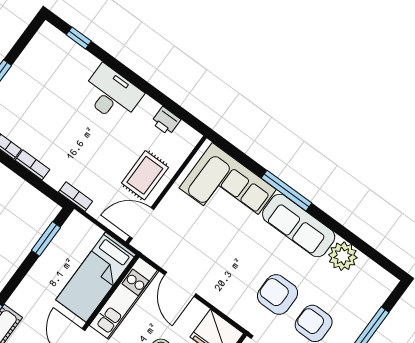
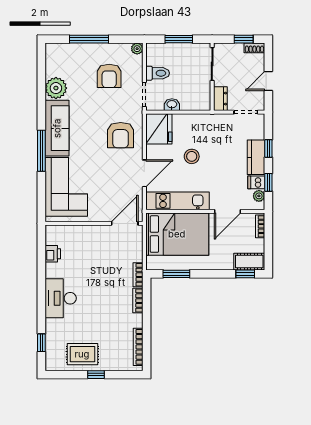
bookcase: (32, 165) -> (138, 301), moved
rug: (145, 175) -> (82, 354), moved
door: (142, 223) -> (125, 223), swing flipped
bed: (96, 277) -> (177, 234), width x1.50
armchair: (278, 294) -> (121, 135), moved

